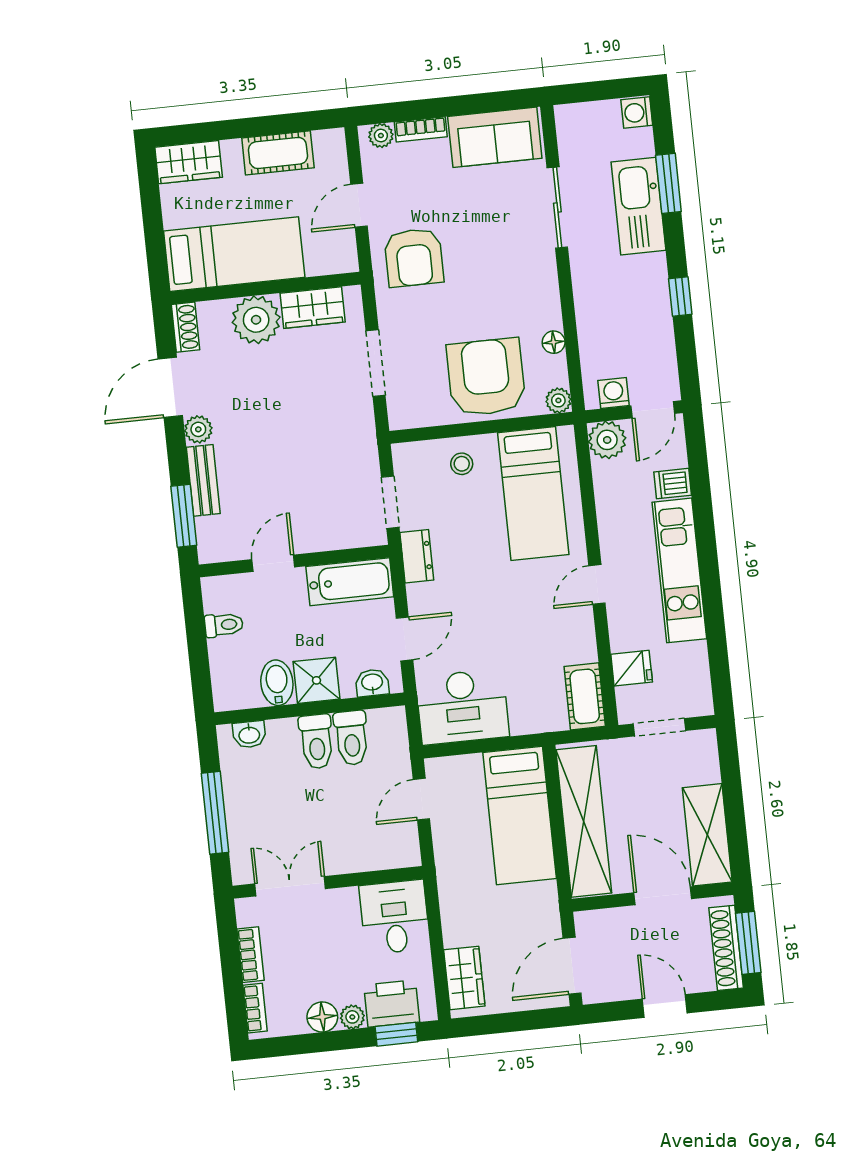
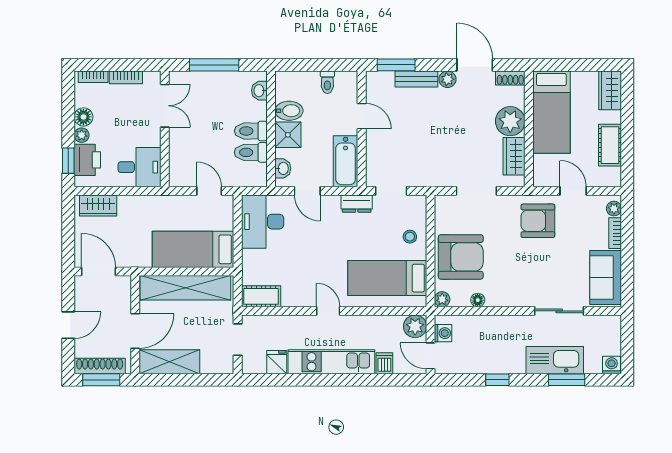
fridge: (632, 668) -> (277, 362), moved, turned 180

